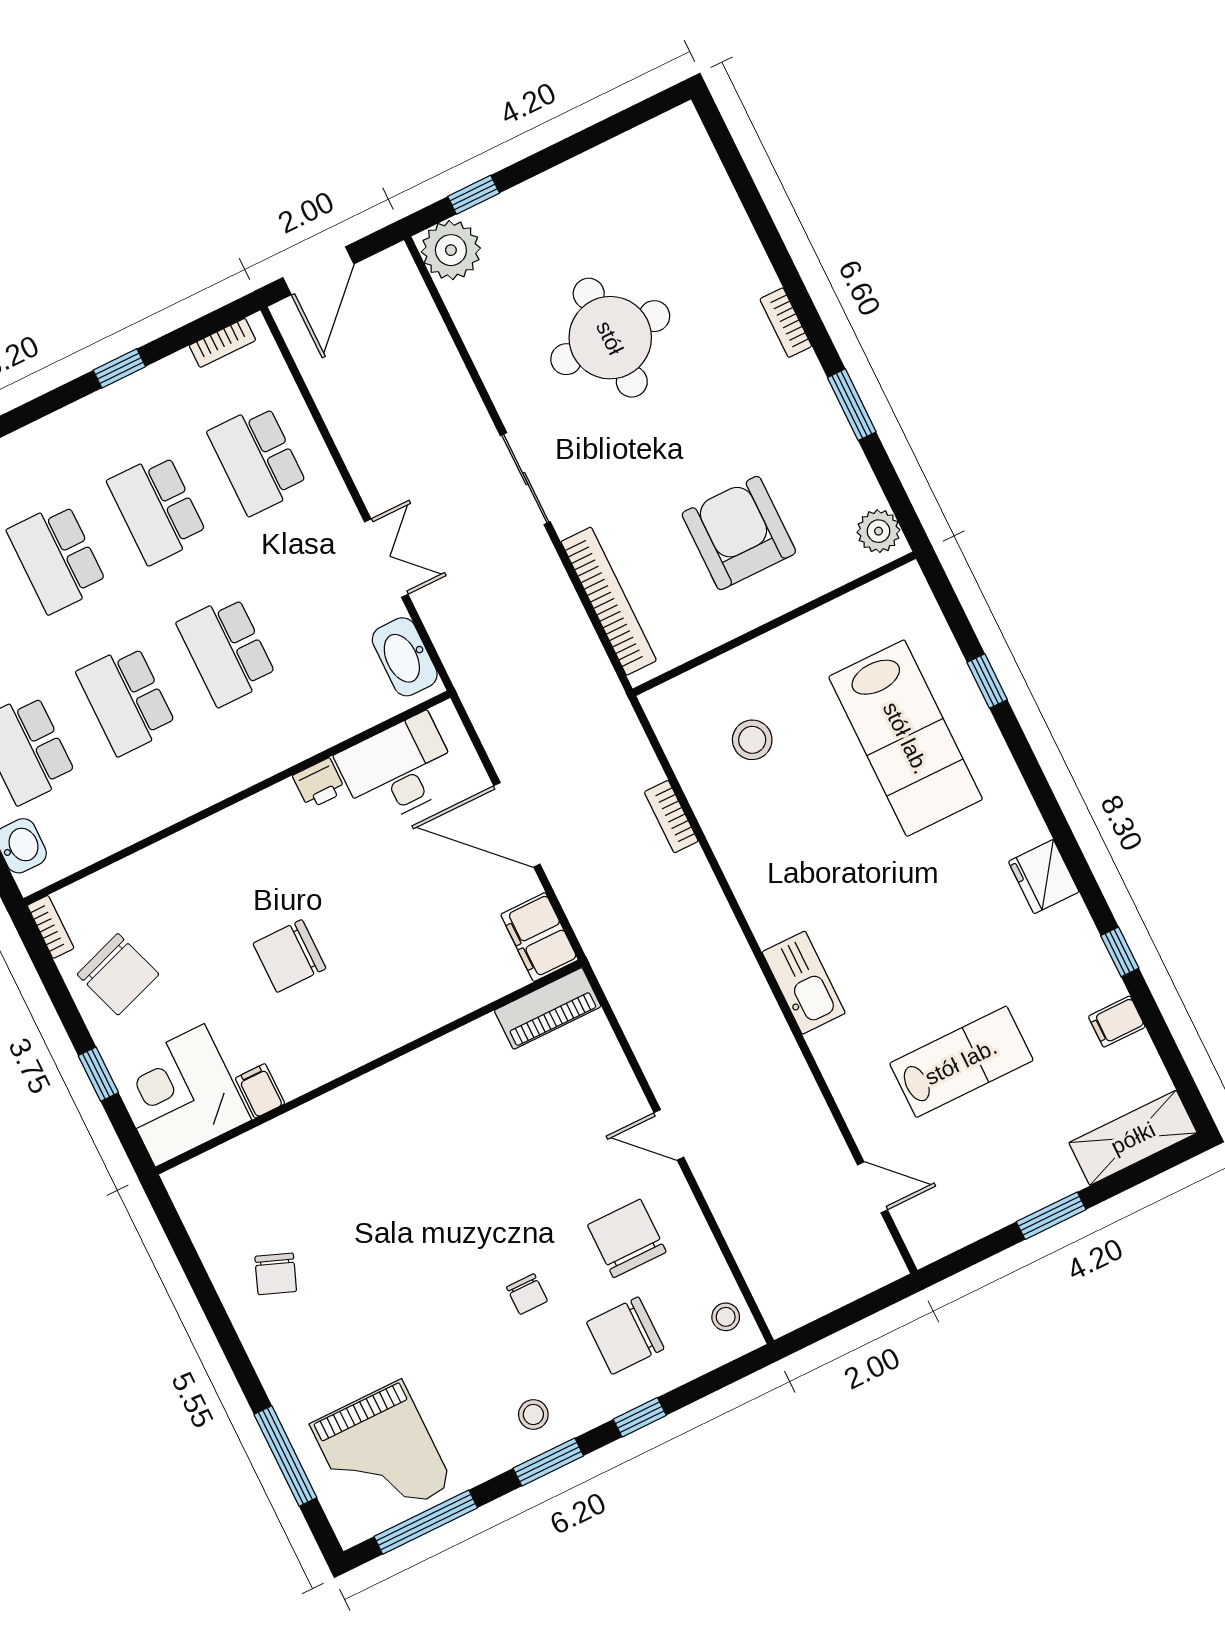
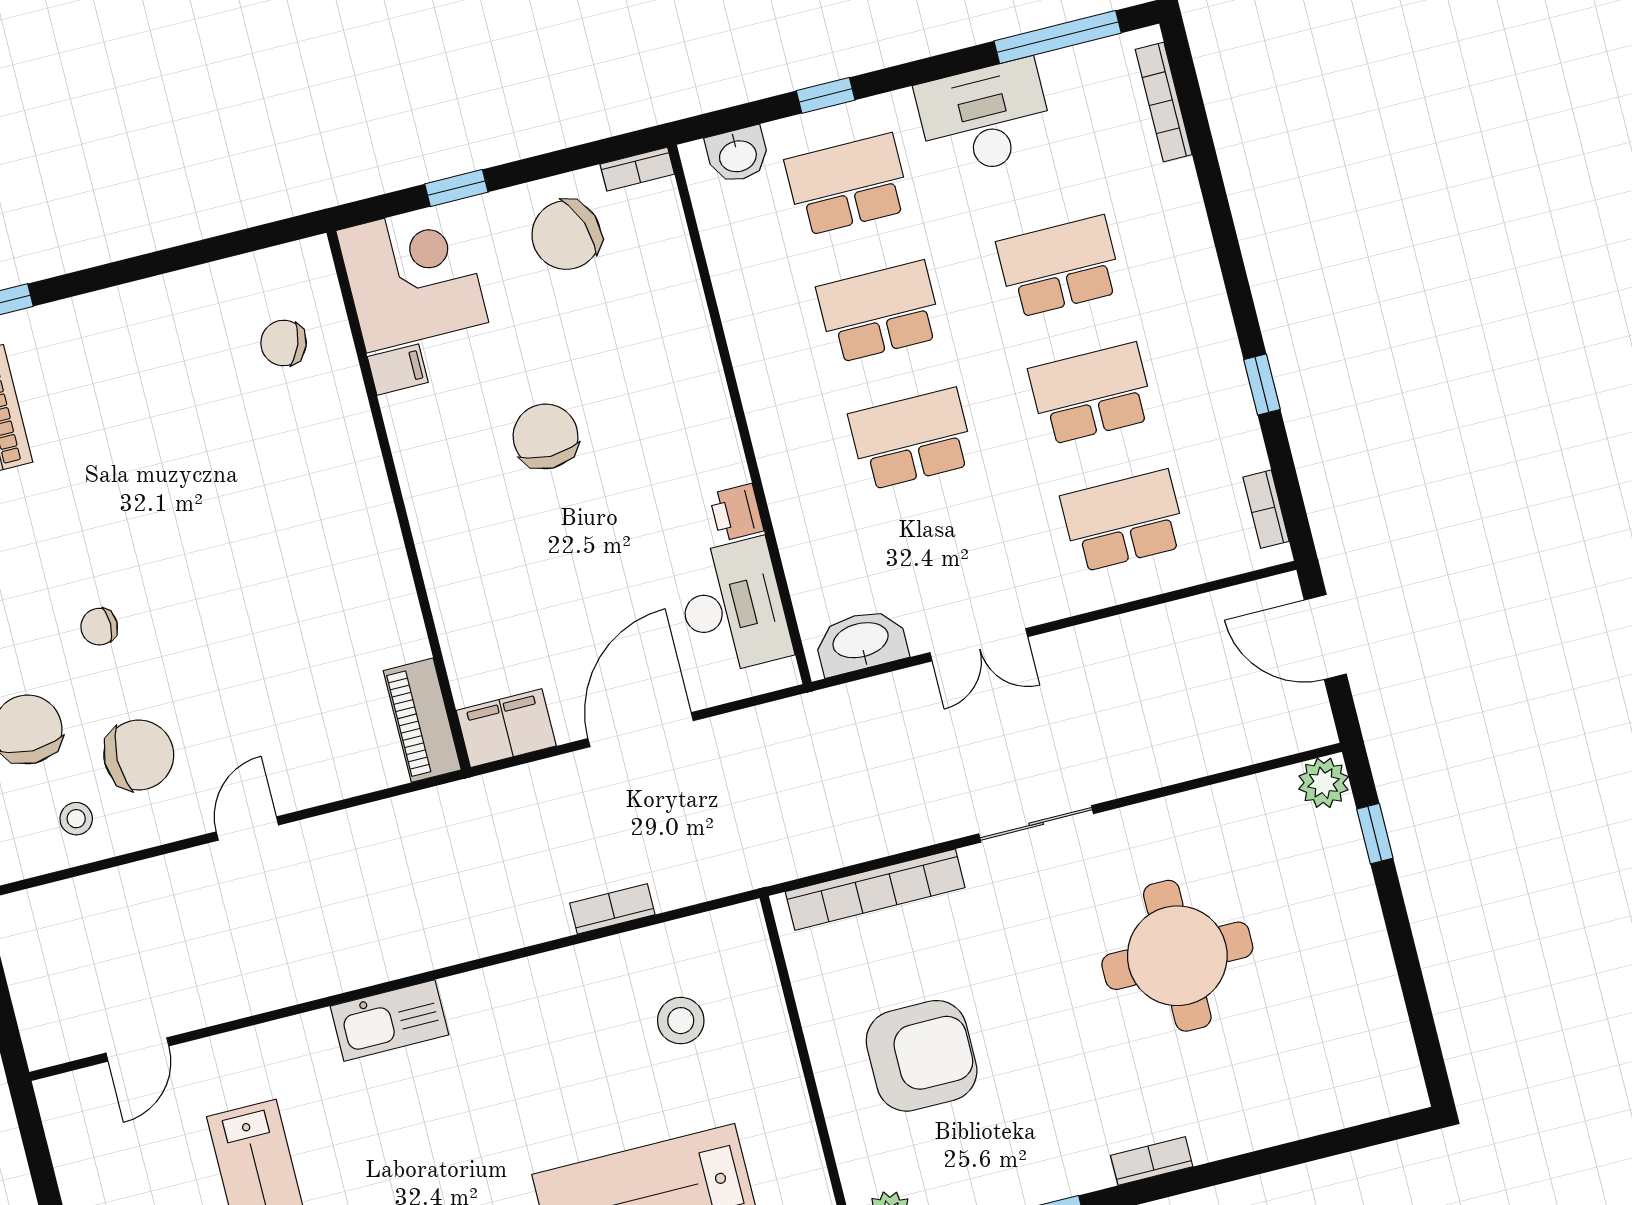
plant: (451, 250) -> (1324, 783), width x0.73, depth x0.73
chair: (276, 1274) -> (284, 343), moved
stool: (726, 1317) -> (76, 819), moved

